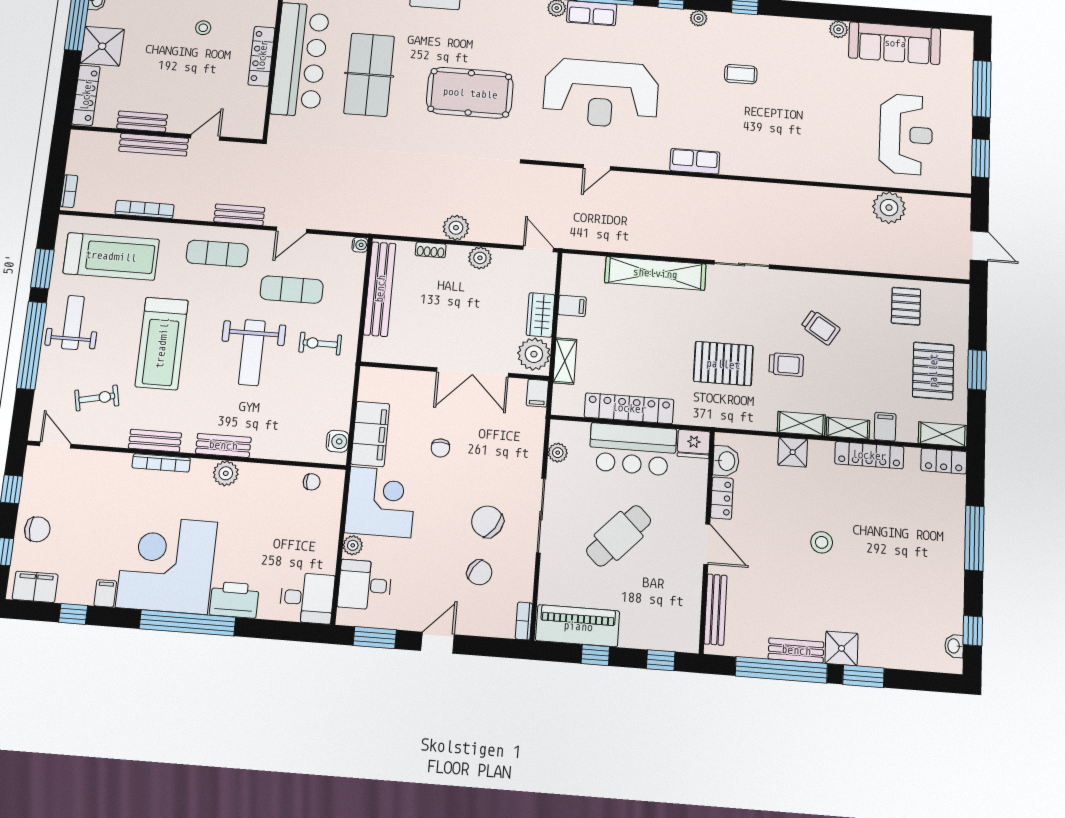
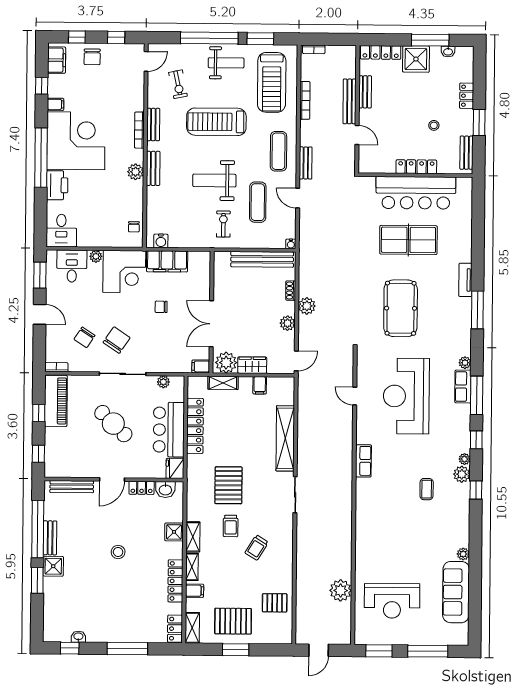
plant: (721, 23) -> (462, 474), added
washbasin: (954, 646) -> (78, 637), moved

